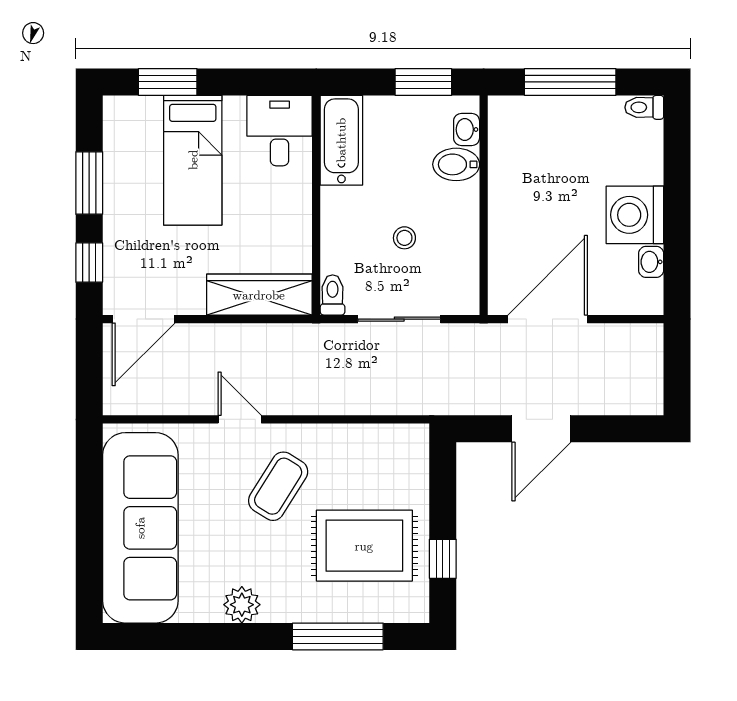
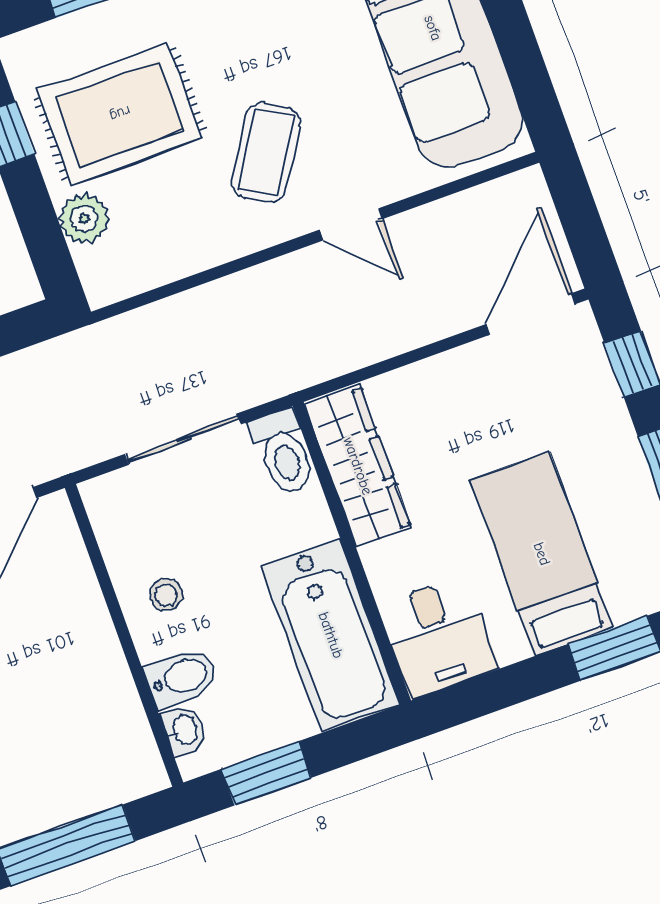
bathtub: (341, 140) -> (331, 635), width x1.36, depth x1.36
stool: (404, 238) -> (166, 595), moved
wardrobe: (259, 295) -> (358, 466), moved, turned -90
toilet: (333, 295) -> (283, 452), width x1.37, depth x1.39
plant: (412, 486) -> (84, 219), added

